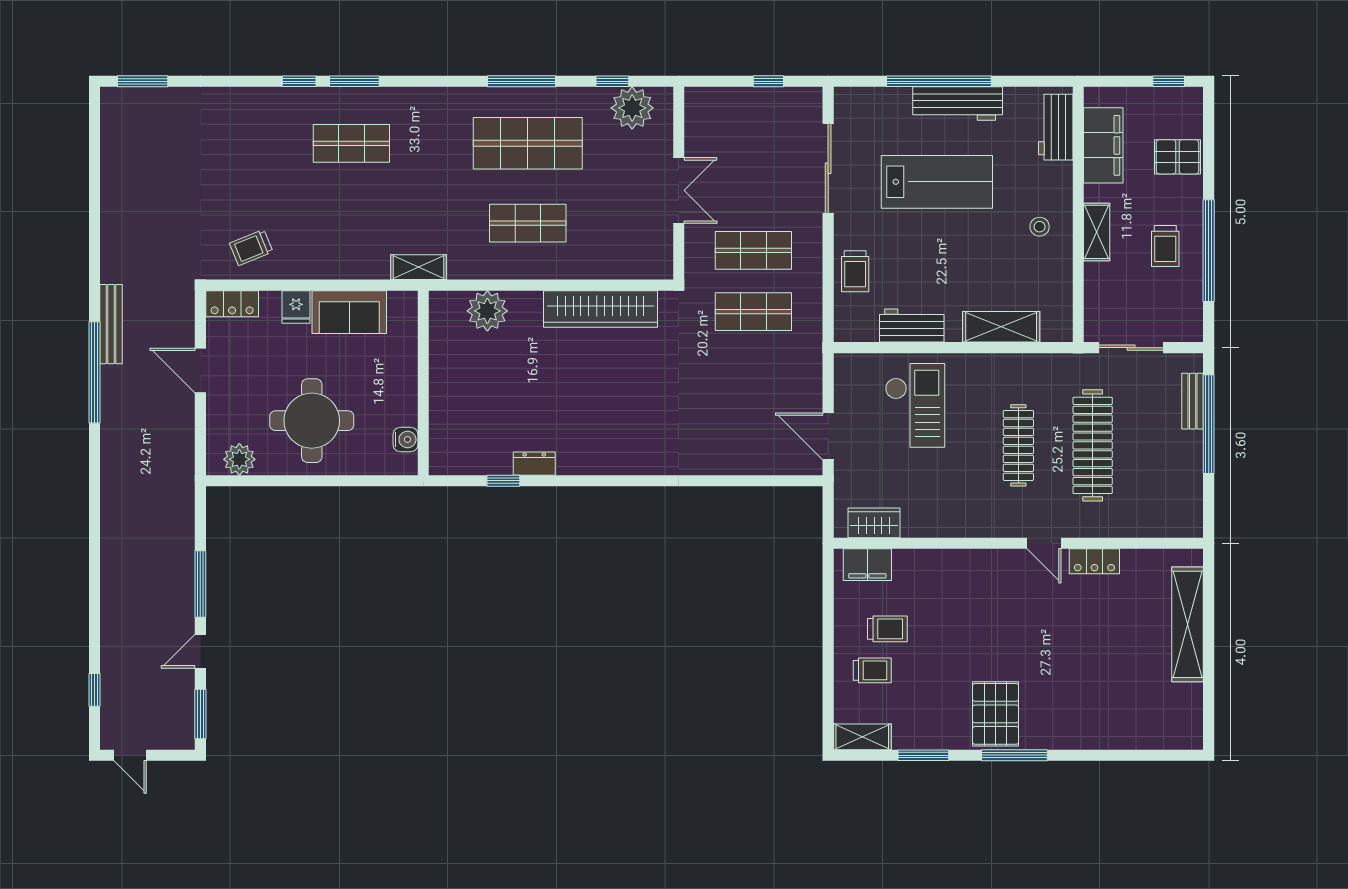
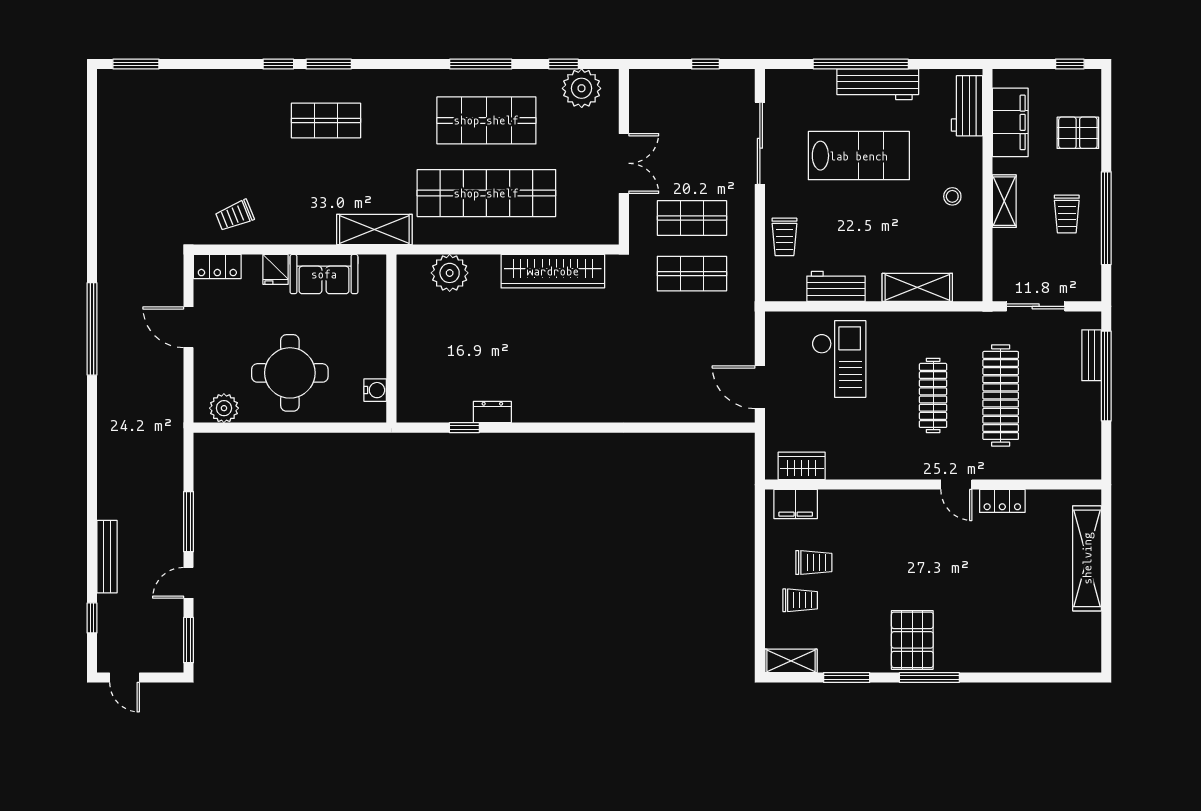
shop shelf: (528, 223) -> (486, 193), width x2.00, depth x1.36
shelving: (419, 267) -> (374, 229), width x1.50, depth x1.33
bench: (111, 324) -> (107, 557), moved

